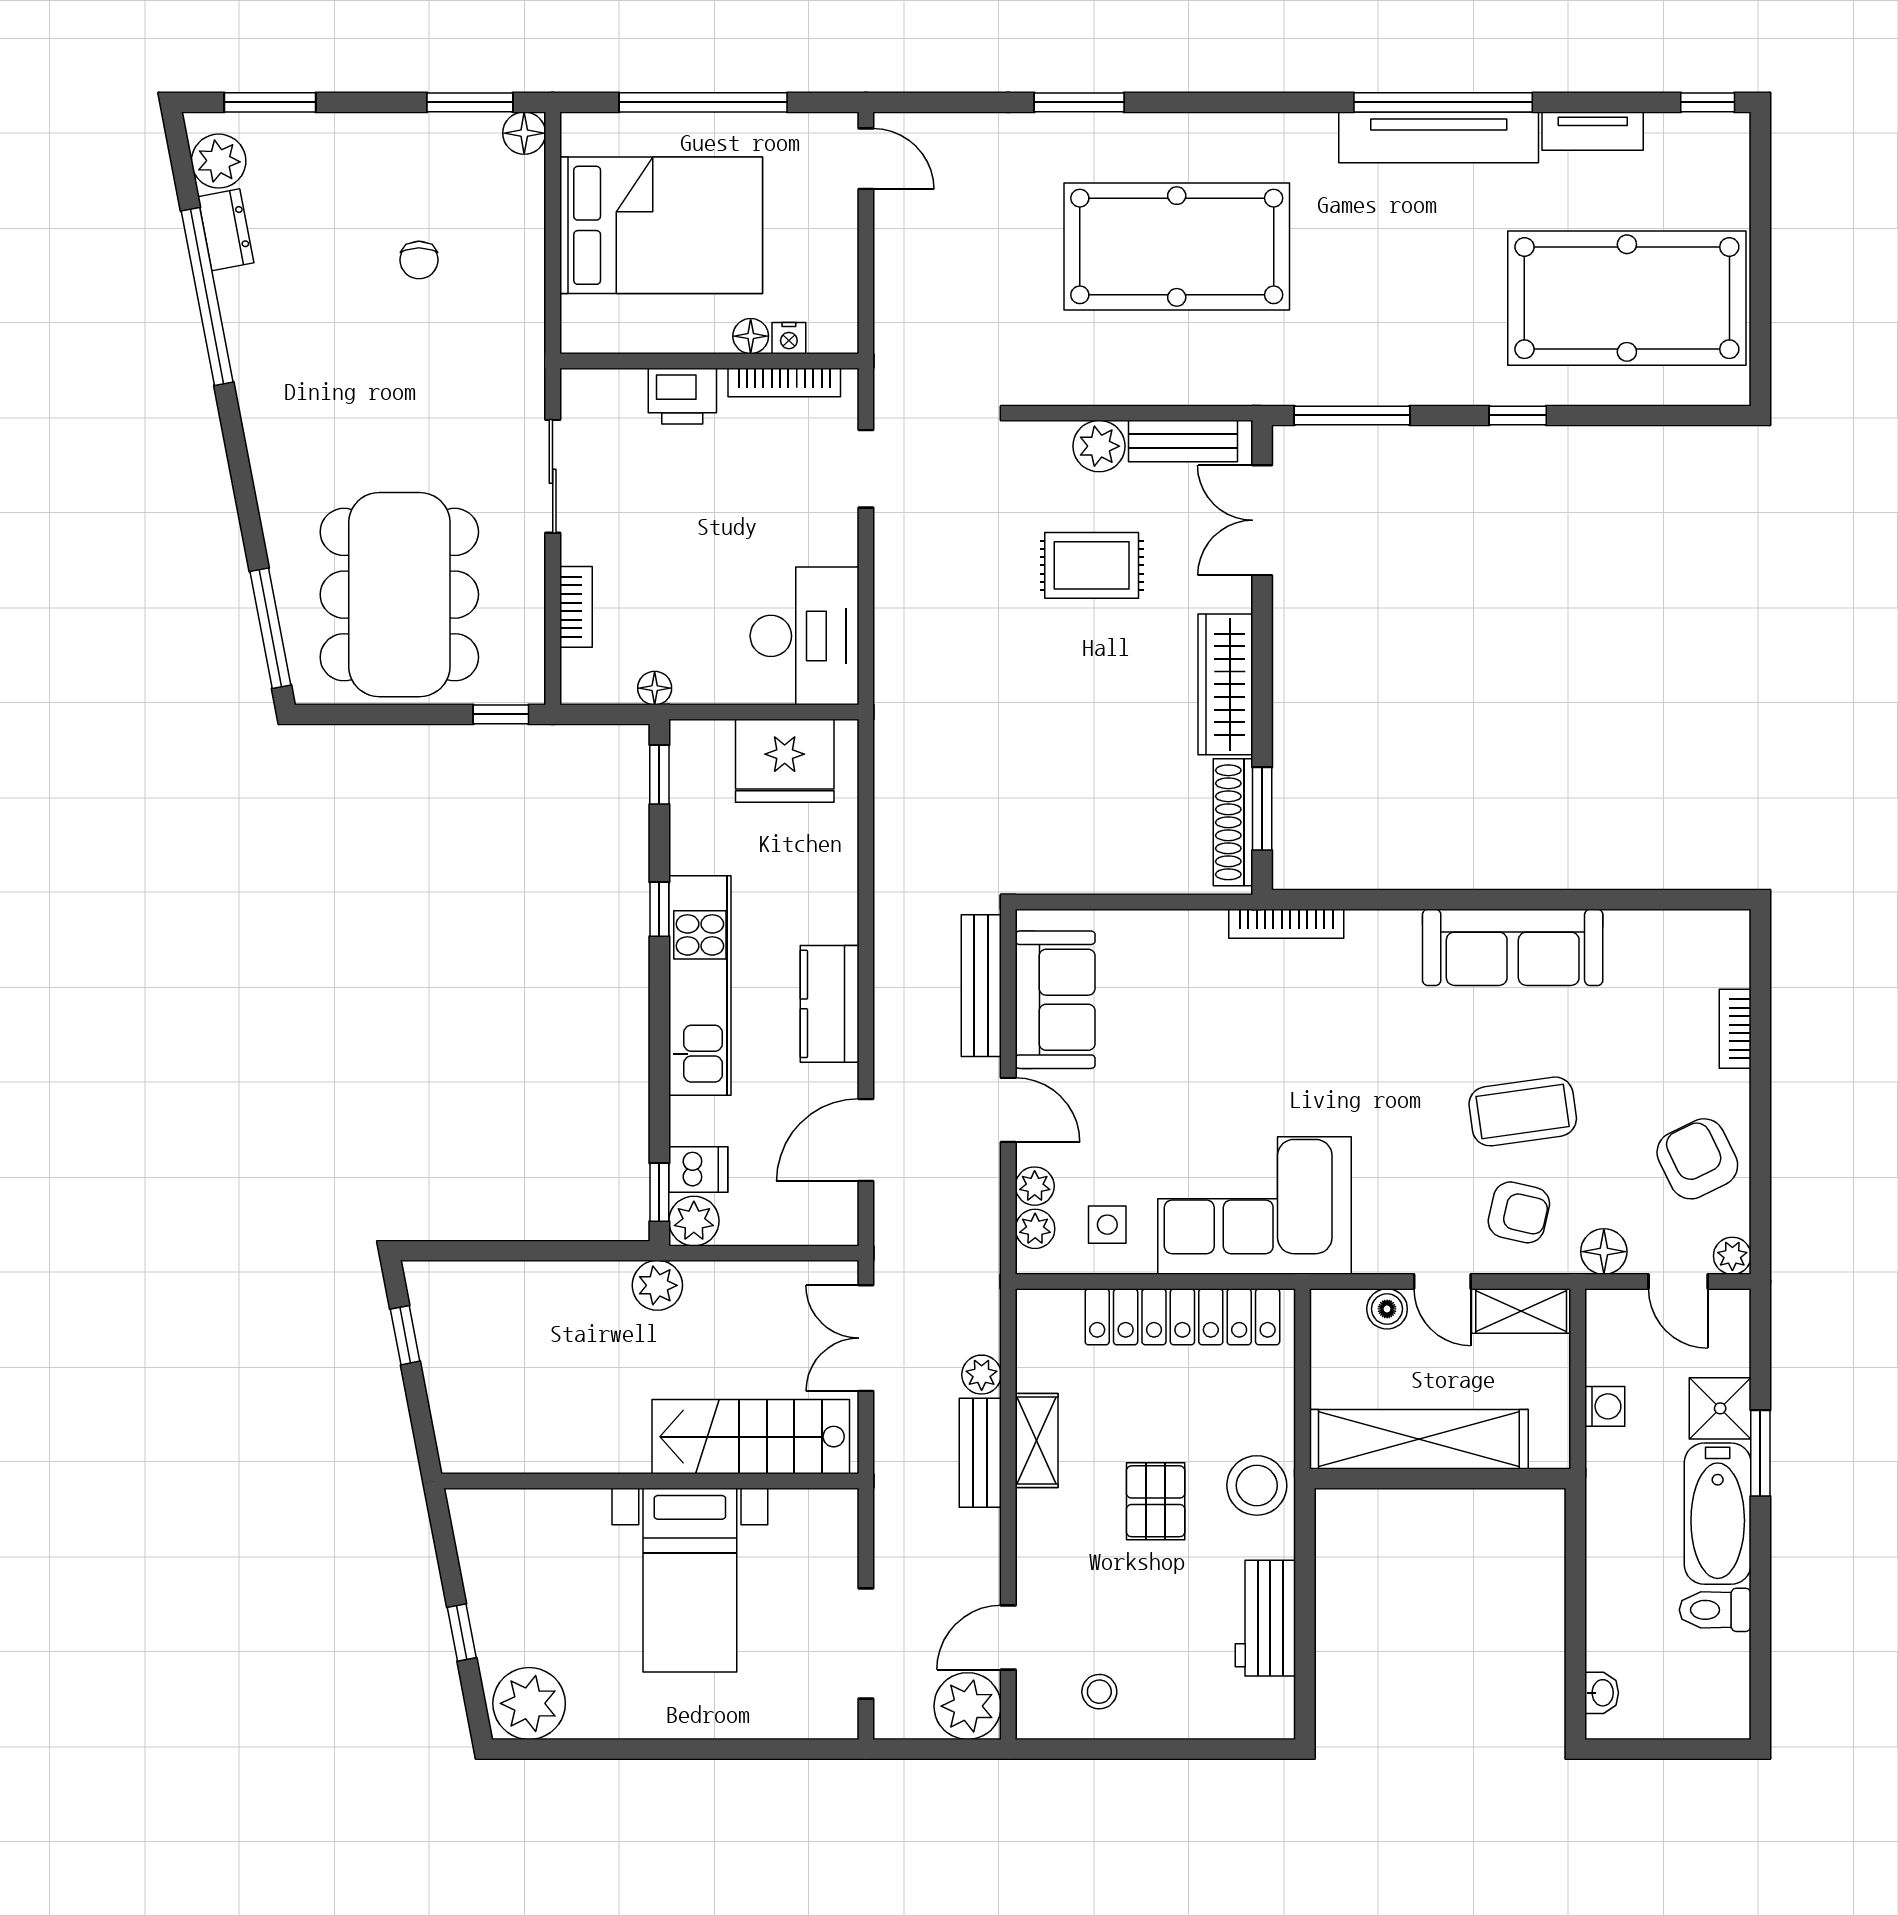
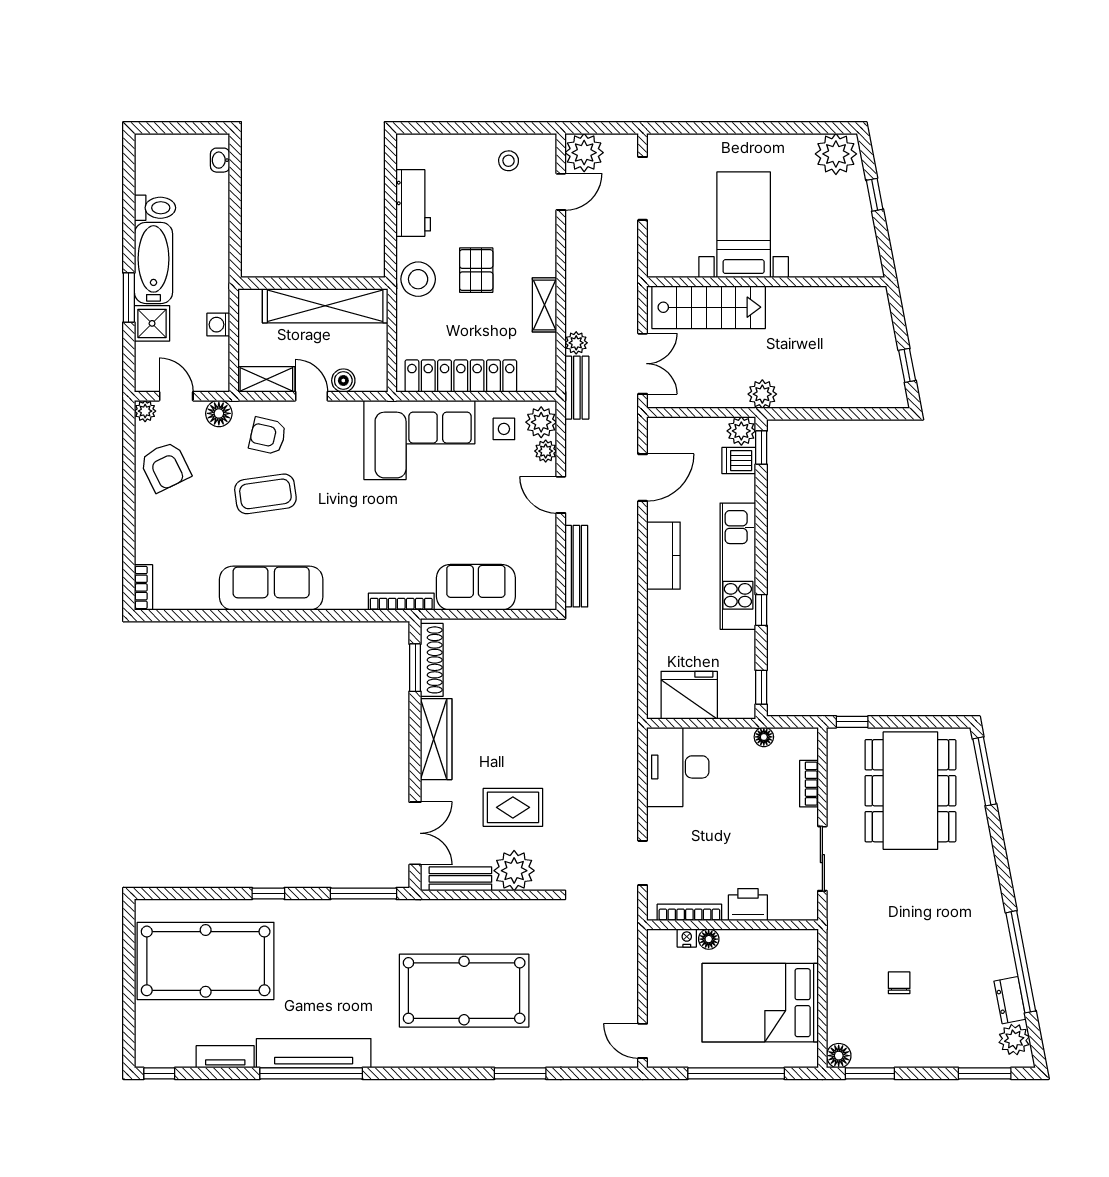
plant: (1099, 446) -> (514, 871), width x1.36, depth x1.36
sofa: (1055, 1000) -> (476, 587), moved, turned 90
bookcase: (1735, 1029) -> (143, 587), moved
plant: (1035, 1229) -> (541, 422), width x1.38, depth x1.38
bench: (980, 1453) -> (577, 388), moved

